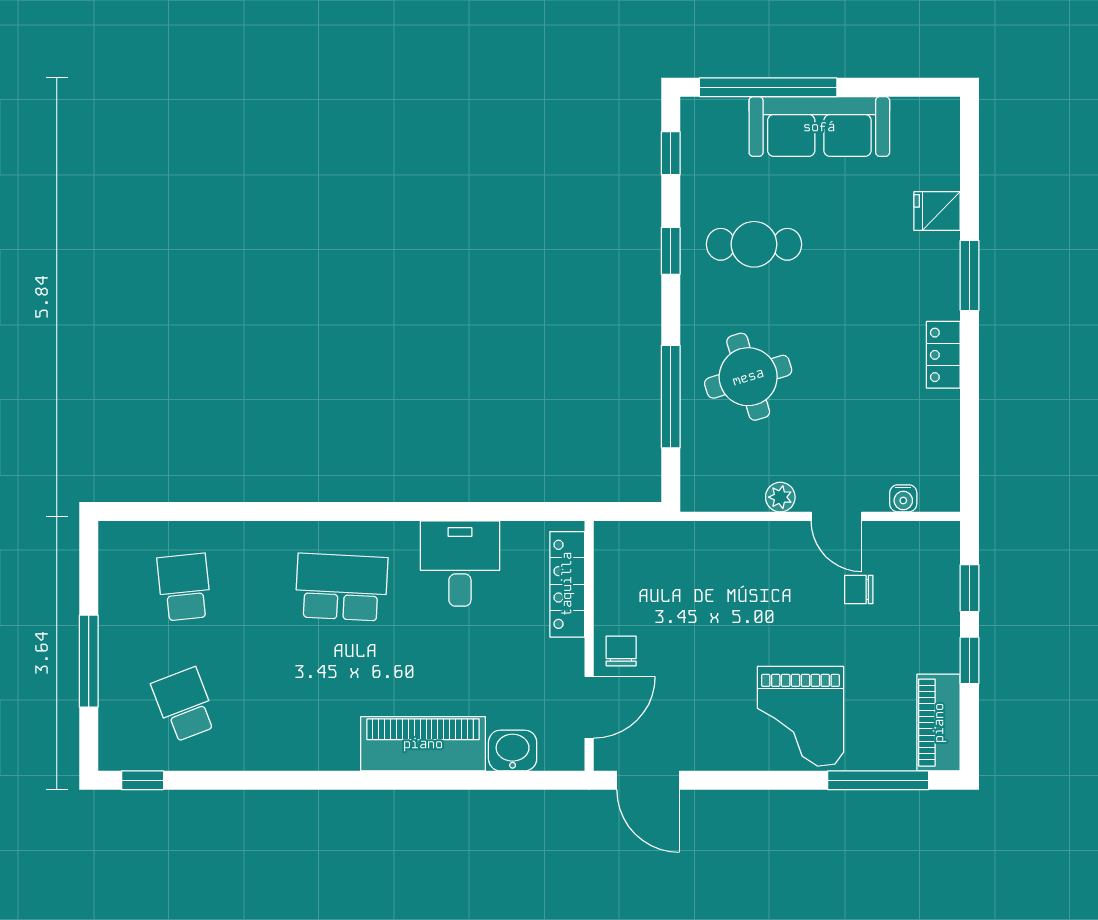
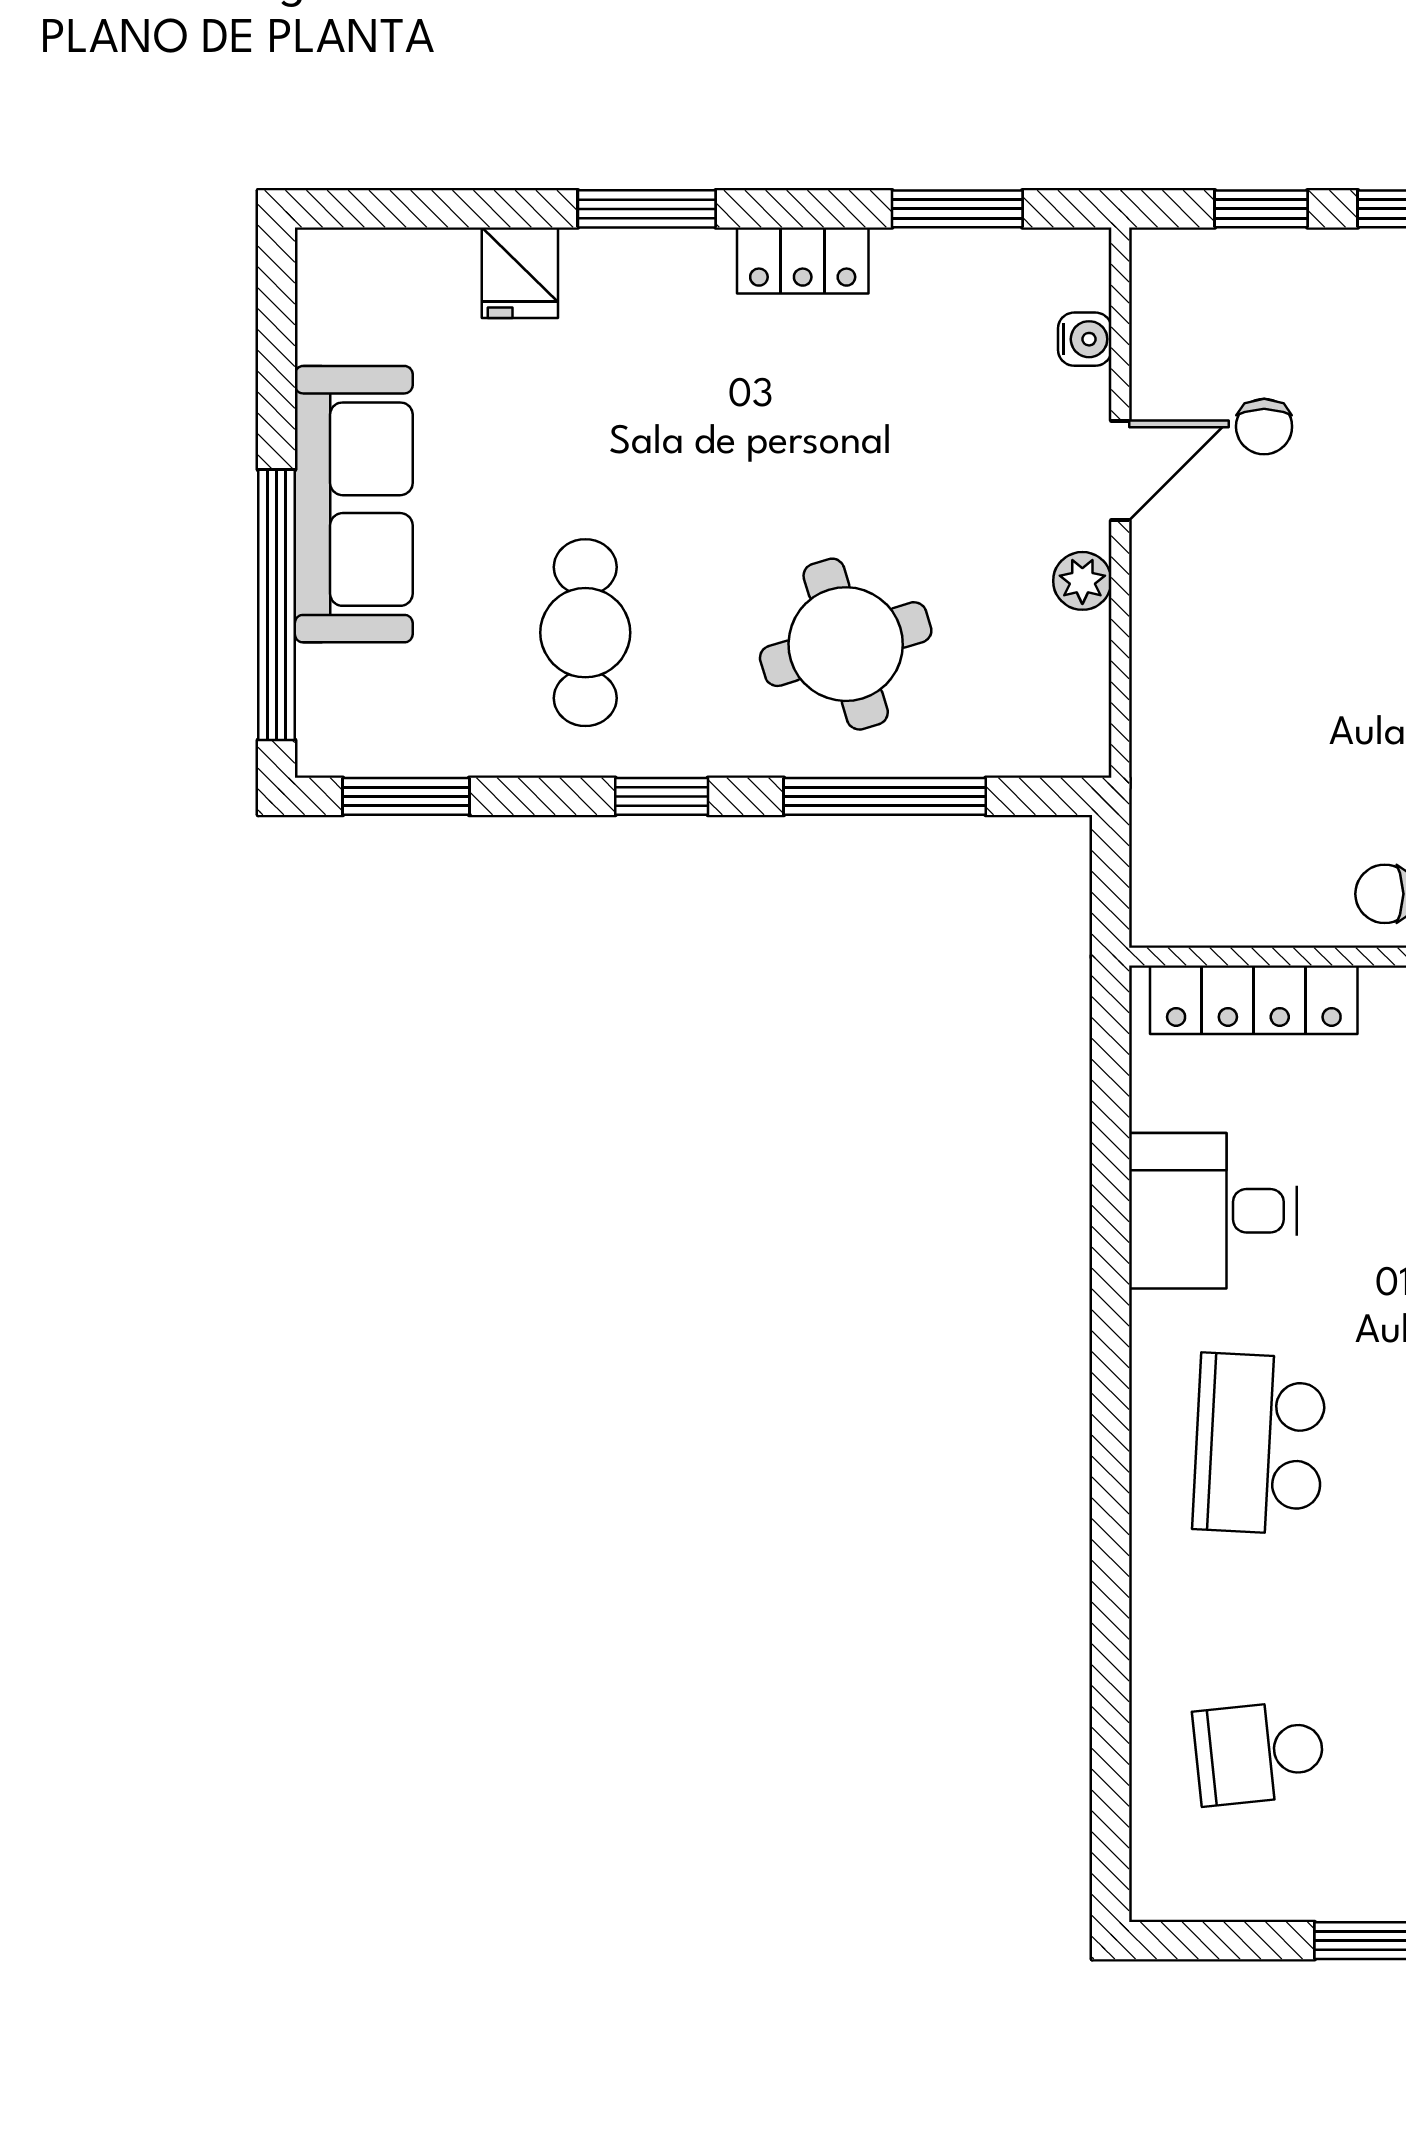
window: (671, 153) -> (406, 796), width x1.50
window: (671, 251) -> (662, 796), moved
window: (970, 433) -> (957, 209), added

